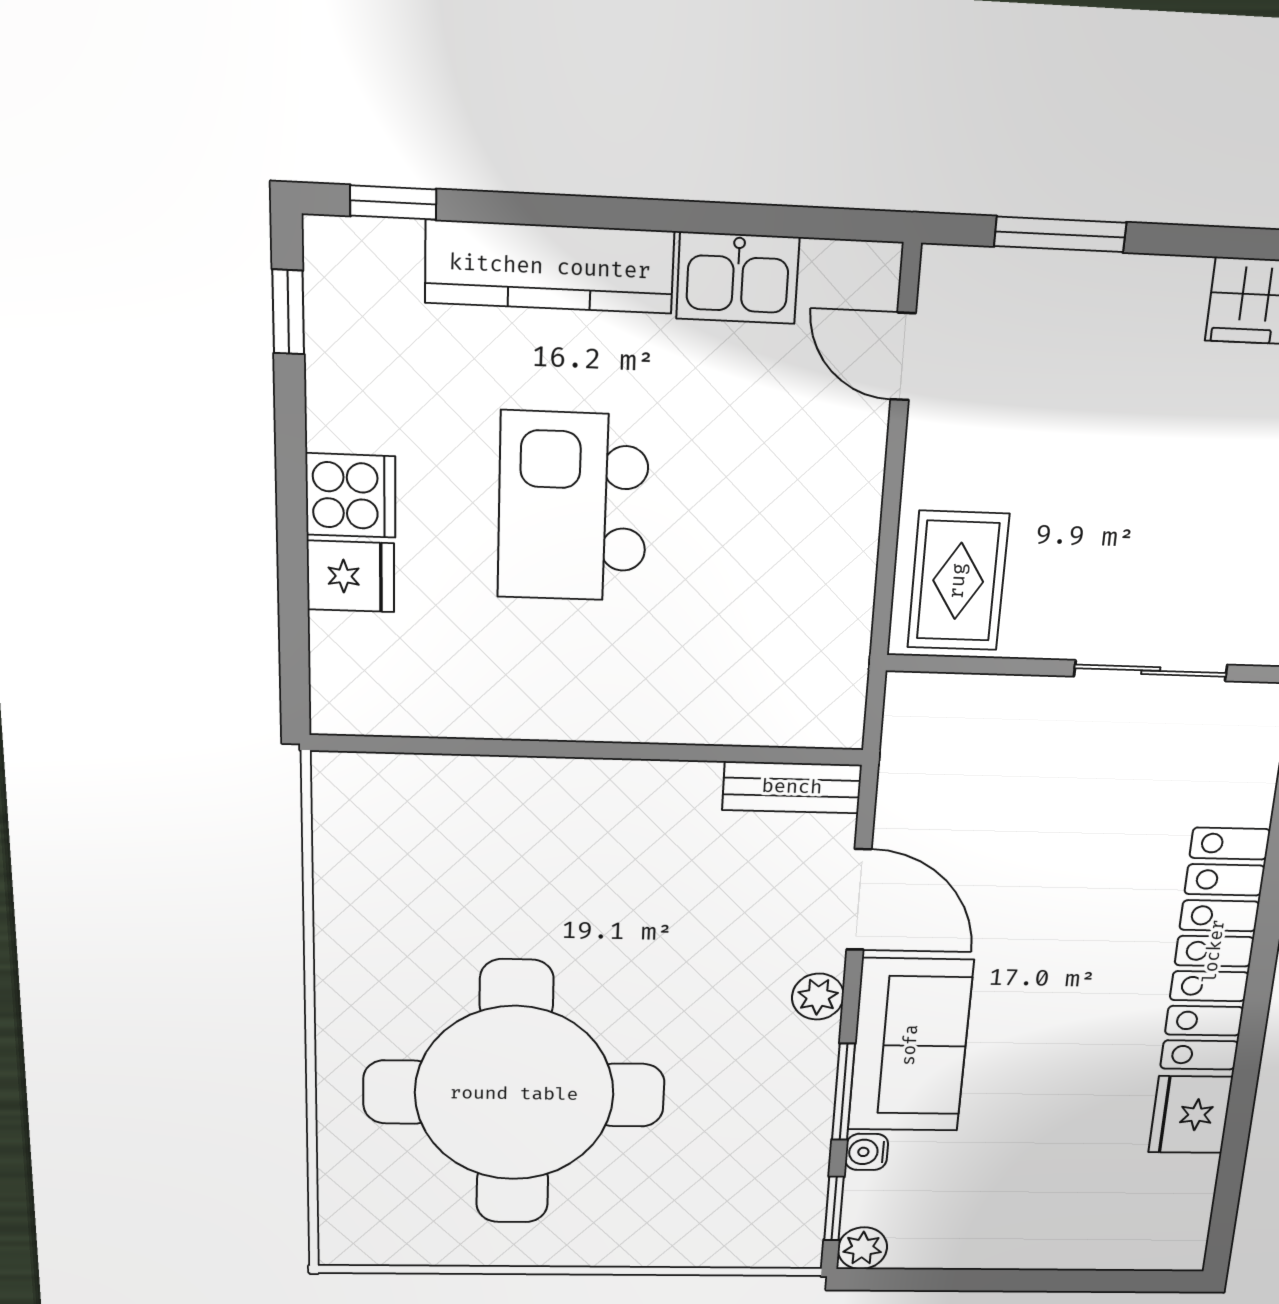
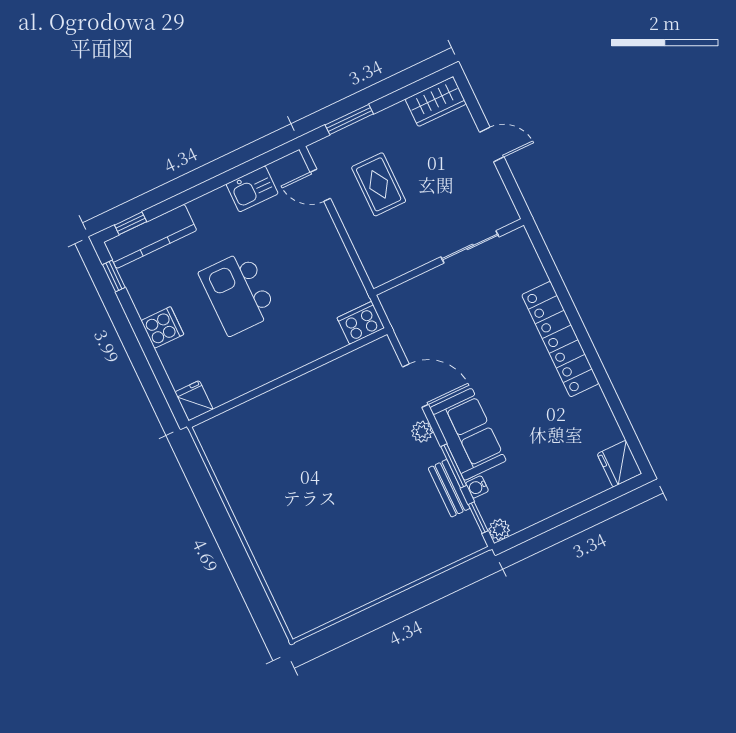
kitchen counter: (550, 267) -> (150, 236), moved
fridge: (351, 576) -> (194, 401), moved, turned -90
rug: (958, 581) -> (379, 184), moved
cooker: (817, 713) -> (361, 323), added
bench: (792, 787) -> (449, 488), moved, turned 90
round table: (514, 1094) -> (330, 528), removed
fridge: (1190, 1115) -> (620, 464), moved

